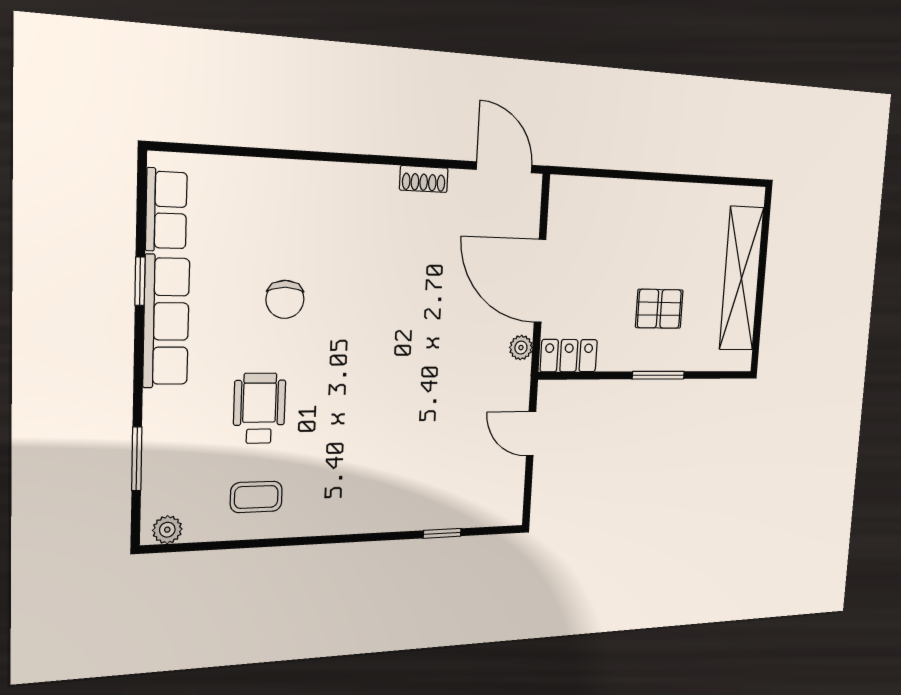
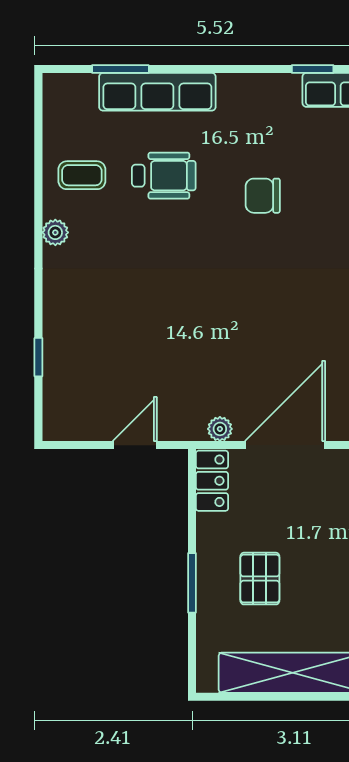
window: (140, 281) -> (313, 69), moved
row of seats: (166, 321) -> (157, 92), moved
coffee table: (256, 497) -> (82, 175), turned 90
plant: (167, 530) -> (55, 232), moved

